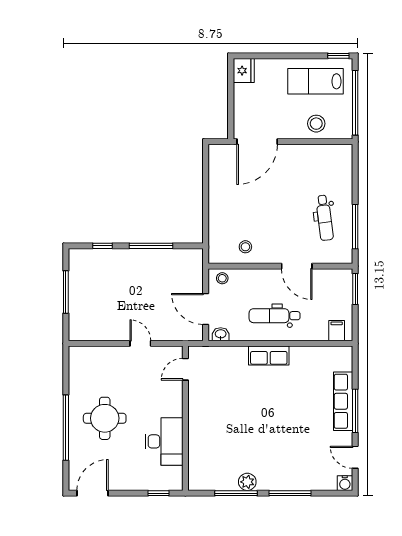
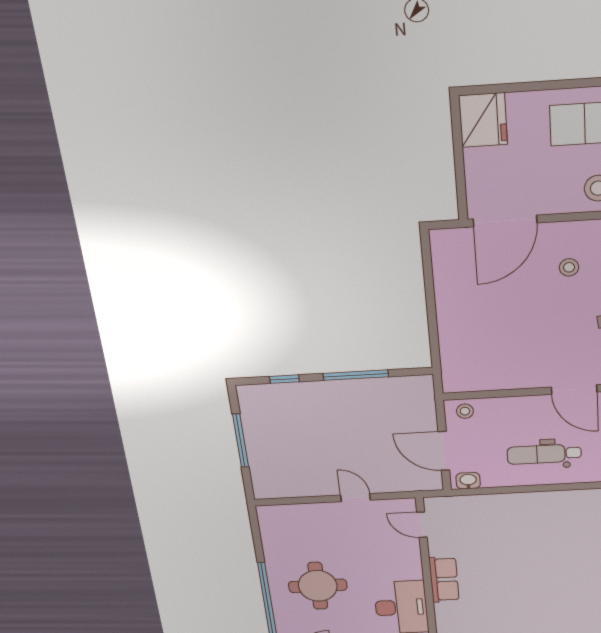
fridge: (244, 71) -> (483, 120), width x1.36, depth x1.34
stool: (245, 247) -> (569, 267), moved
row of seats: (269, 356) -> (444, 580), moved, turned -90
door: (185, 369) -> (422, 525), hinge flipped

